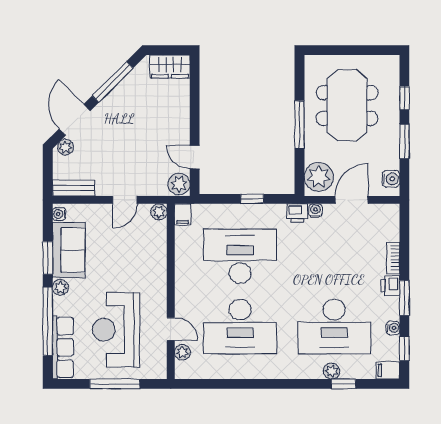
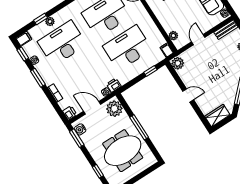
meeting table: (347, 105) -> (123, 151), turned 90
window: (404, 141) -> (77, 138), moved
door: (195, 157) -> (188, 95), moved
window: (252, 199) -> (150, 71), moved
door: (352, 200) -> (92, 108), swing flipped
plant: (159, 212) -> (173, 36), moved
desk: (240, 256) -> (127, 48), turned 180
printer: (390, 286) -> (70, 113), moved

